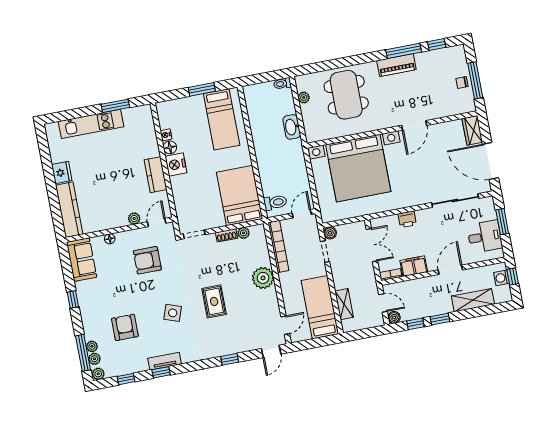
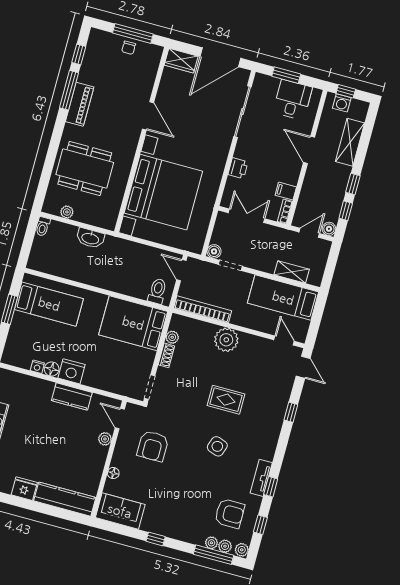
filing cabinet: (414, 266) -> (286, 191), width x0.50
armchair: (125, 327) -> (230, 514), moved, turned 180

